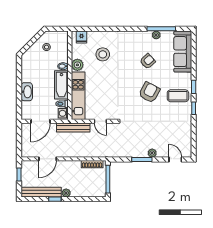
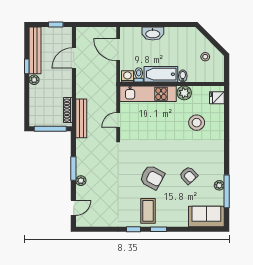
sofa: (183, 52) -> (206, 216), width x0.73
bench: (73, 128) -> (81, 118), moved
door: (48, 159) -> (74, 58), hinge flipped

